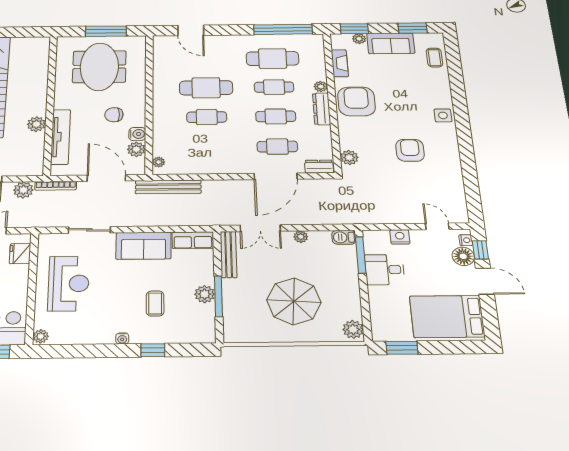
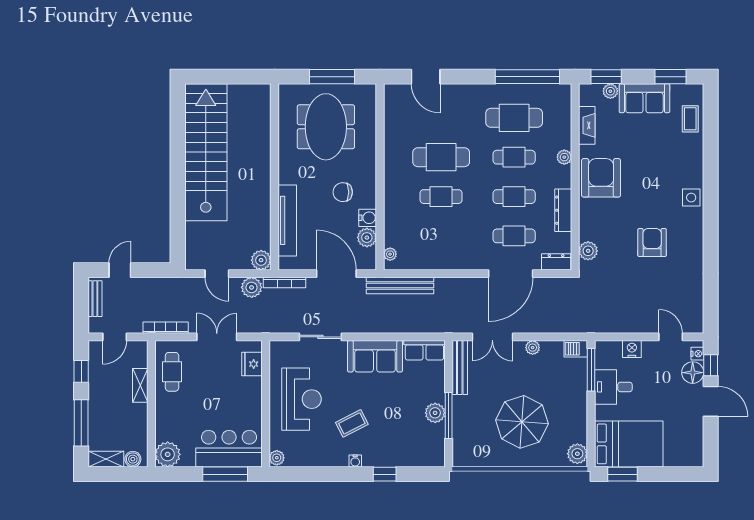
dresser: (322, 109) -> (563, 210), moved
plant: (36, 124) -> (261, 260), moved
coffee table: (155, 303) -> (352, 423), moved, turned 63
bed: (447, 316) -> (629, 444), moved, turned 180

